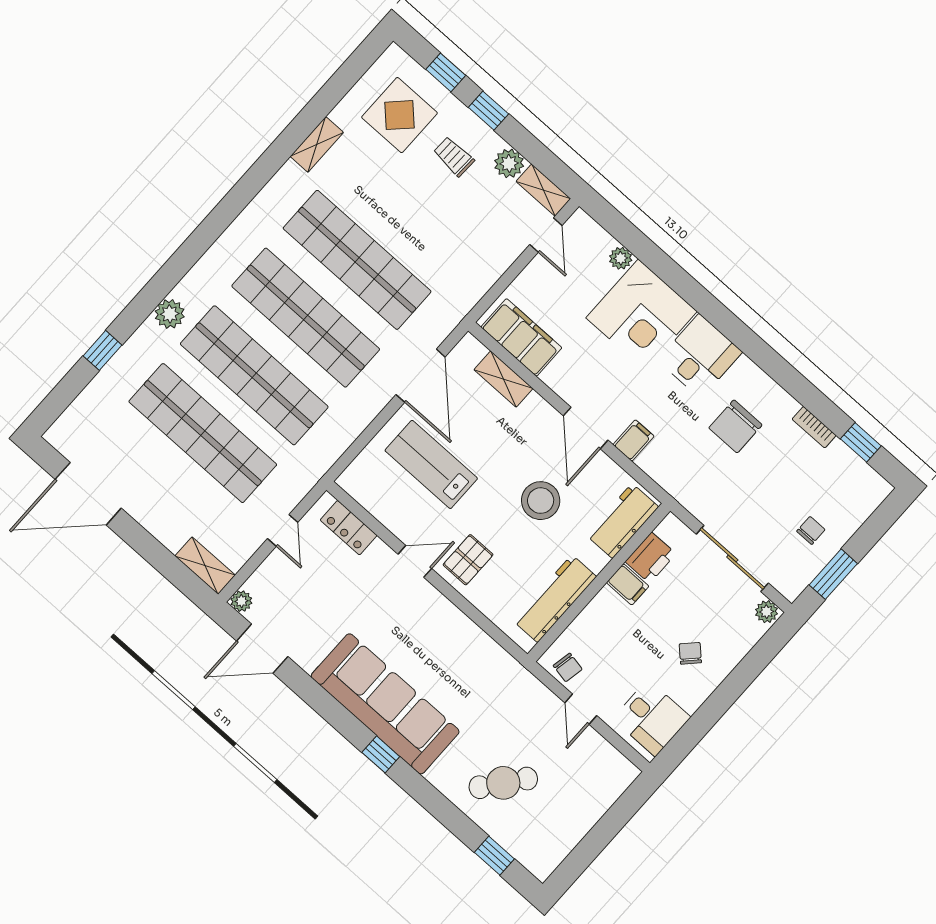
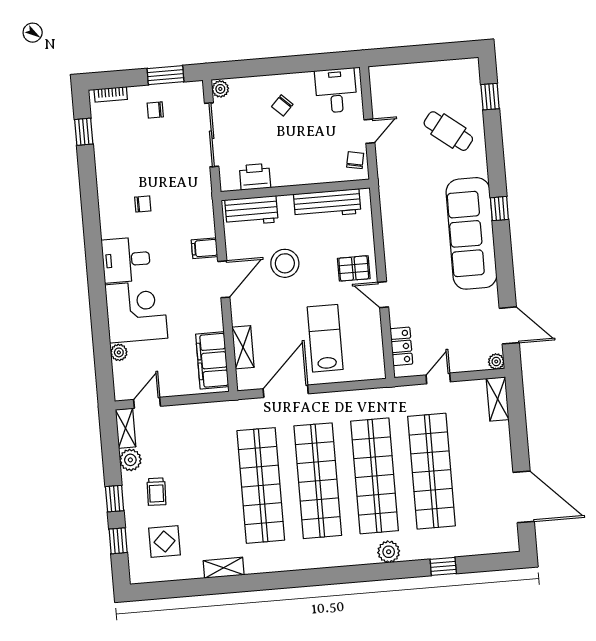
display table: (399, 115) -> (165, 541), width x0.73, depth x0.73
chair: (735, 426) -> (143, 204), width x0.54, depth x0.54
bookcase: (814, 427) -> (111, 94), moved, turned 90
lab bench: (431, 464) -> (325, 338), turned 180
filing cabinet: (628, 584) -> (281, 174), removed

